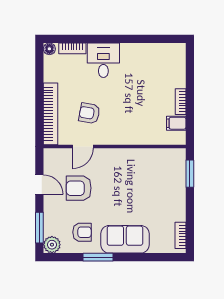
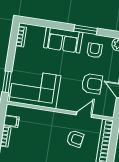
corner sofa: (152, 170) -> (35, 89), added
armchair: (82, 232) -> (95, 50), turned 90

